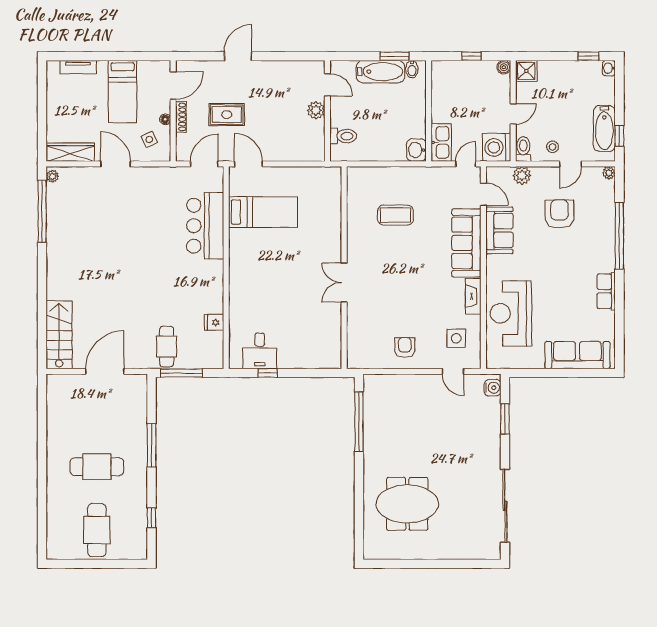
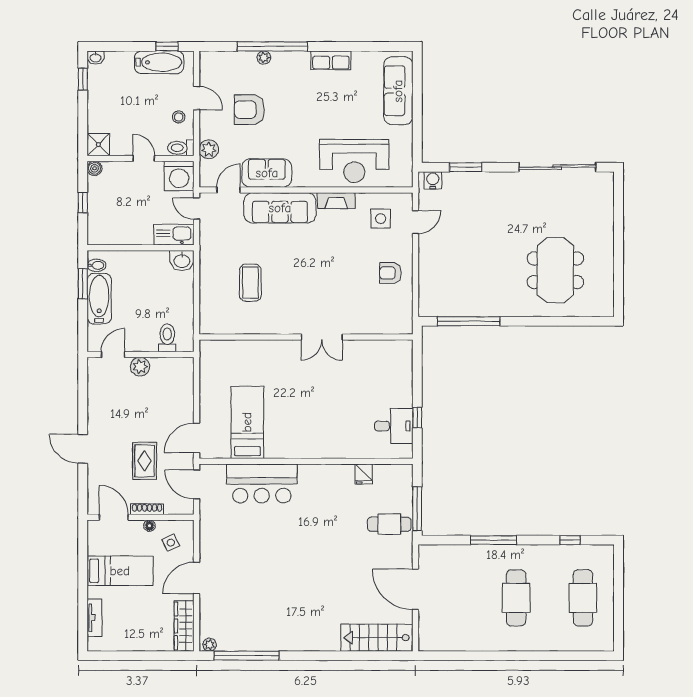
plant: (609, 173) -> (264, 58), moved
cafe table: (97, 530) -> (583, 598), turned 90

